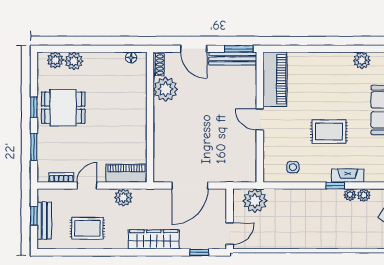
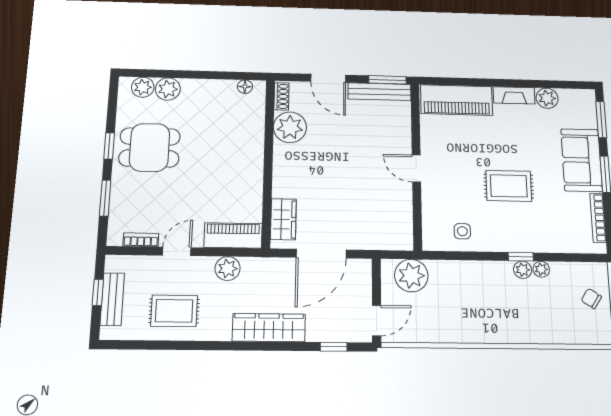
piano: (275, 79) -> (457, 100), moved, turned 90
wardrobe: (162, 160) -> (283, 219), added
fireplace: (348, 176) -> (514, 95), moved, turned 180
plant: (364, 195) -> (523, 270), moved

